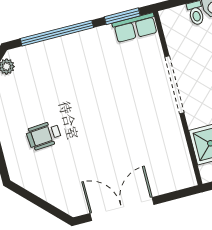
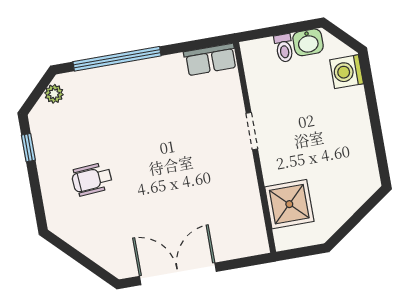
window: (122, 16) -> (196, 45), removed
doorway: (174, 85) -> (252, 131), width x0.53

